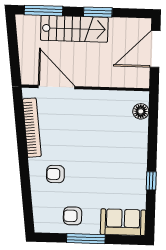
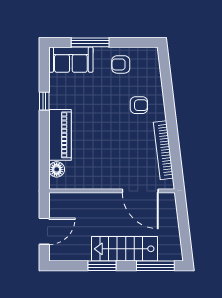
door: (155, 49) -> (44, 231), width x0.73
piano: (136, 146) -> (60, 135), added
armchair: (73, 216) -> (121, 64), turned 180
window: (86, 239) -> (90, 42), moved

